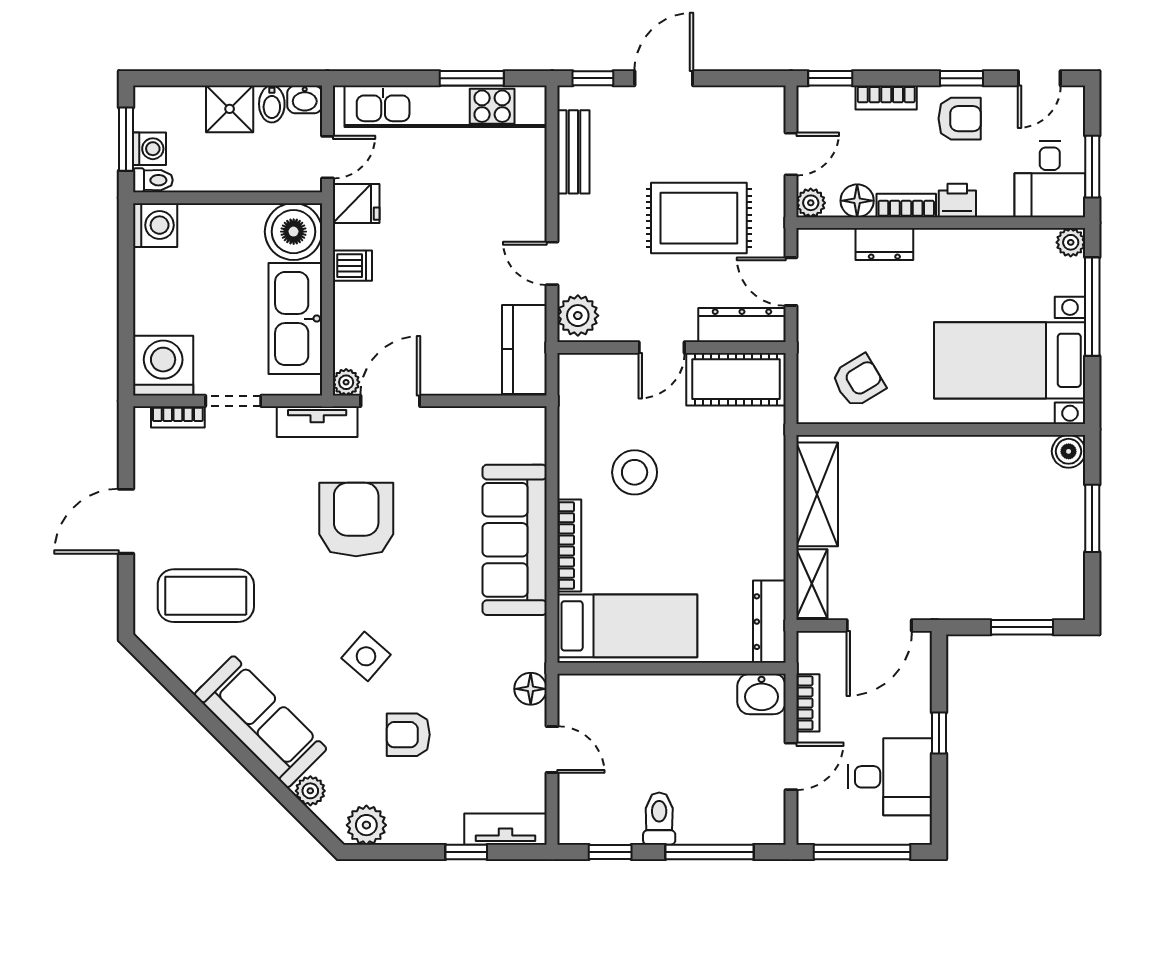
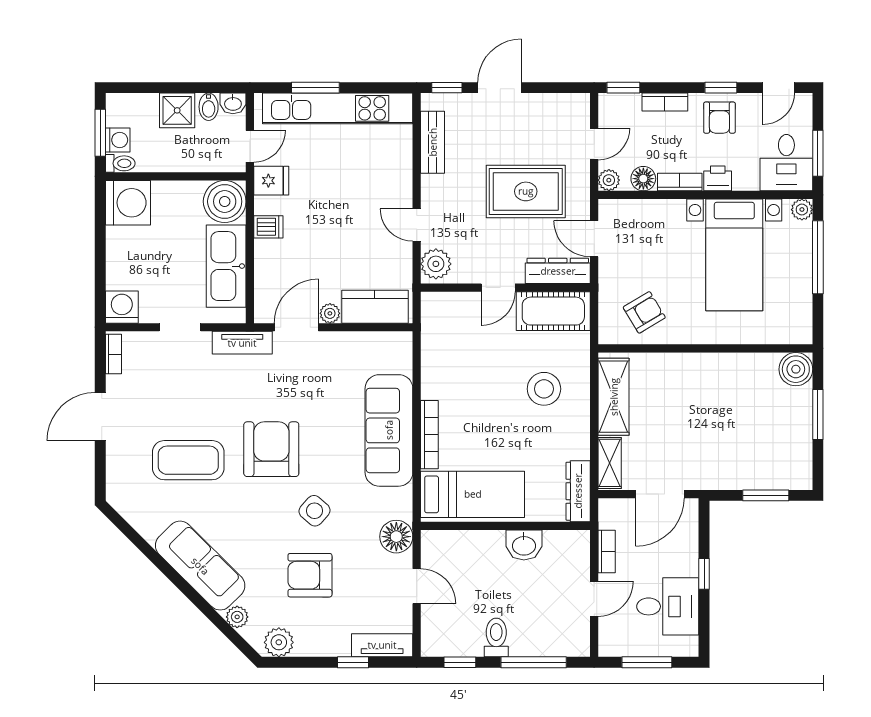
window: (472, 78) -> (315, 88), moved
armchair: (960, 119) -> (719, 118), turned 90
washing machine: (155, 225) -> (128, 203), width x1.37, depth x1.37
dresser: (884, 244) -> (664, 211), removed
kitchen counter: (524, 349) -> (375, 307), moved, turned 90
bed with nightstands: (1010, 360) -> (734, 255), moved, turned -90
washing machine: (163, 366) -> (122, 307), width x0.73, depth x0.73
plant: (346, 382) -> (330, 313), moved
bookcase: (178, 417) -> (113, 354), moved, turned -90
boiler: (1069, 451) -> (796, 369), width x1.36, depth x1.36
stool: (635, 472) -> (544, 389), moved
armchair: (356, 520) -> (271, 449), moved
coffee table: (206, 596) -> (188, 460), moved
side table: (366, 656) -> (315, 511), moved
floor lamp: (531, 689) -> (396, 537), width x1.38, depth x1.38
washbasin: (762, 694) -> (524, 545), moved
armchair: (408, 735) -> (310, 575), width x1.38, depth x1.38
window: (862, 852) -> (647, 662), width x0.69

